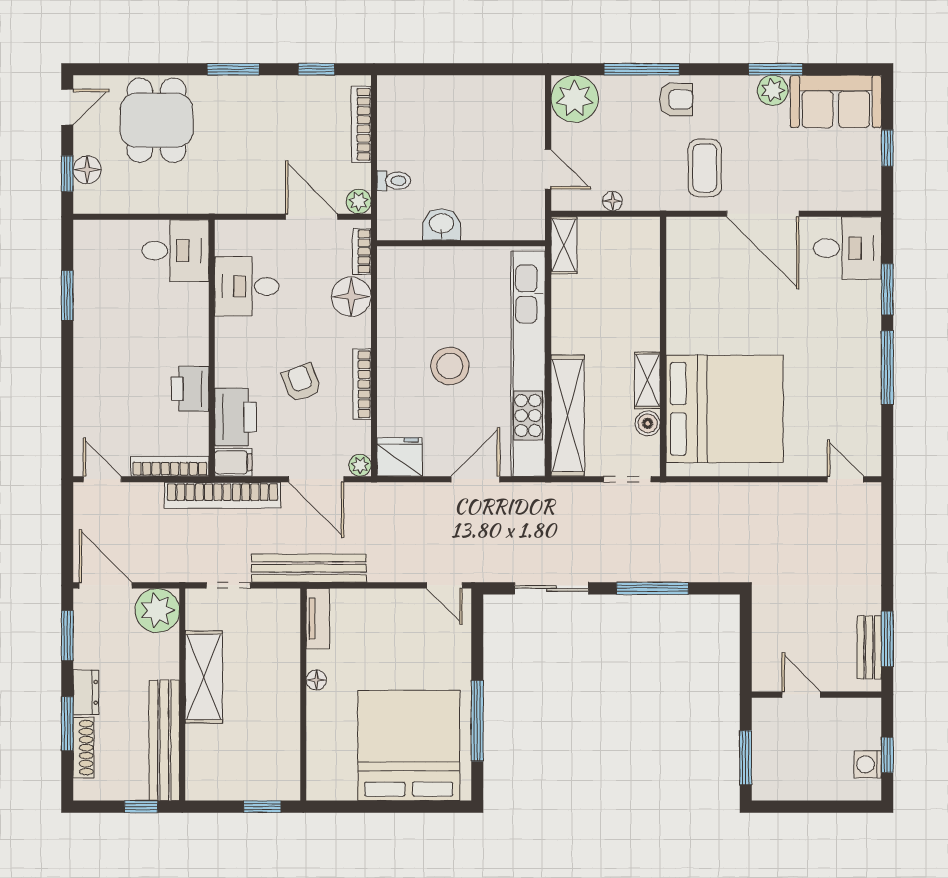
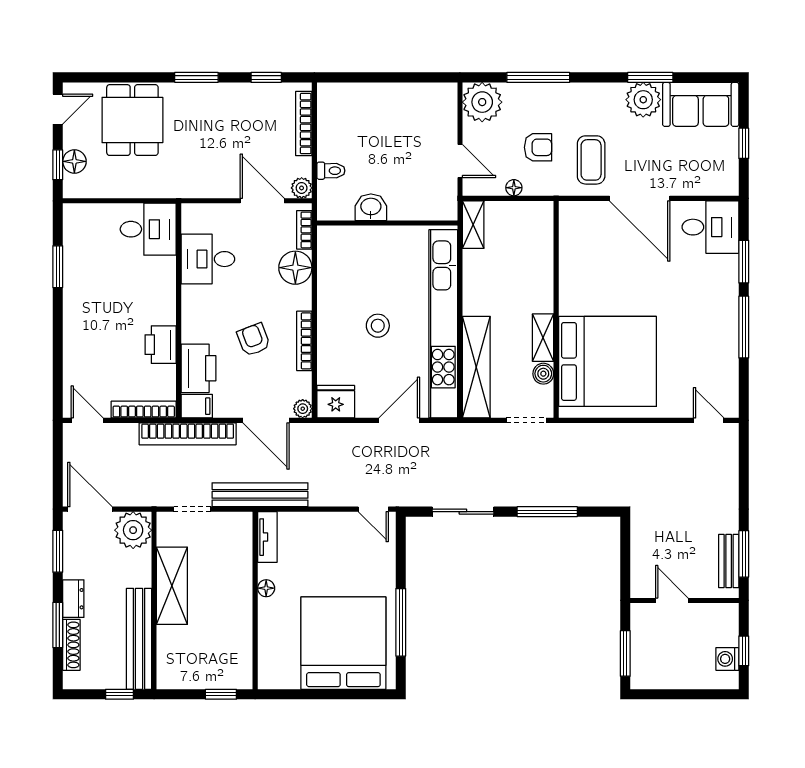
plant: (773, 90) -> (643, 100), width x1.36, depth x1.36
armchair: (676, 100) -> (538, 147), moved
stool: (450, 366) -> (378, 326), width x0.73, depth x0.73

